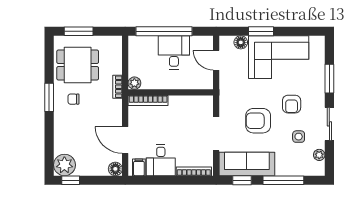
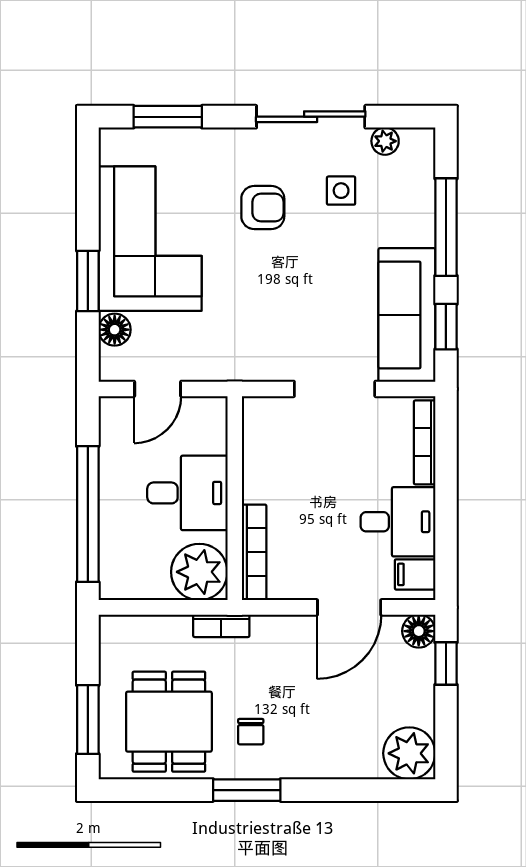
desk: (174, 52) -> (187, 493), moved, turned 180
window: (329, 79) -> (168, 117), moved
plant: (134, 83) -> (199, 572), width x1.87, depth x1.87
armchair: (258, 121) -> (303, 288), removed
sliding door: (329, 124) -> (311, 117), width x1.37
window: (71, 180) -> (446, 663), moved

